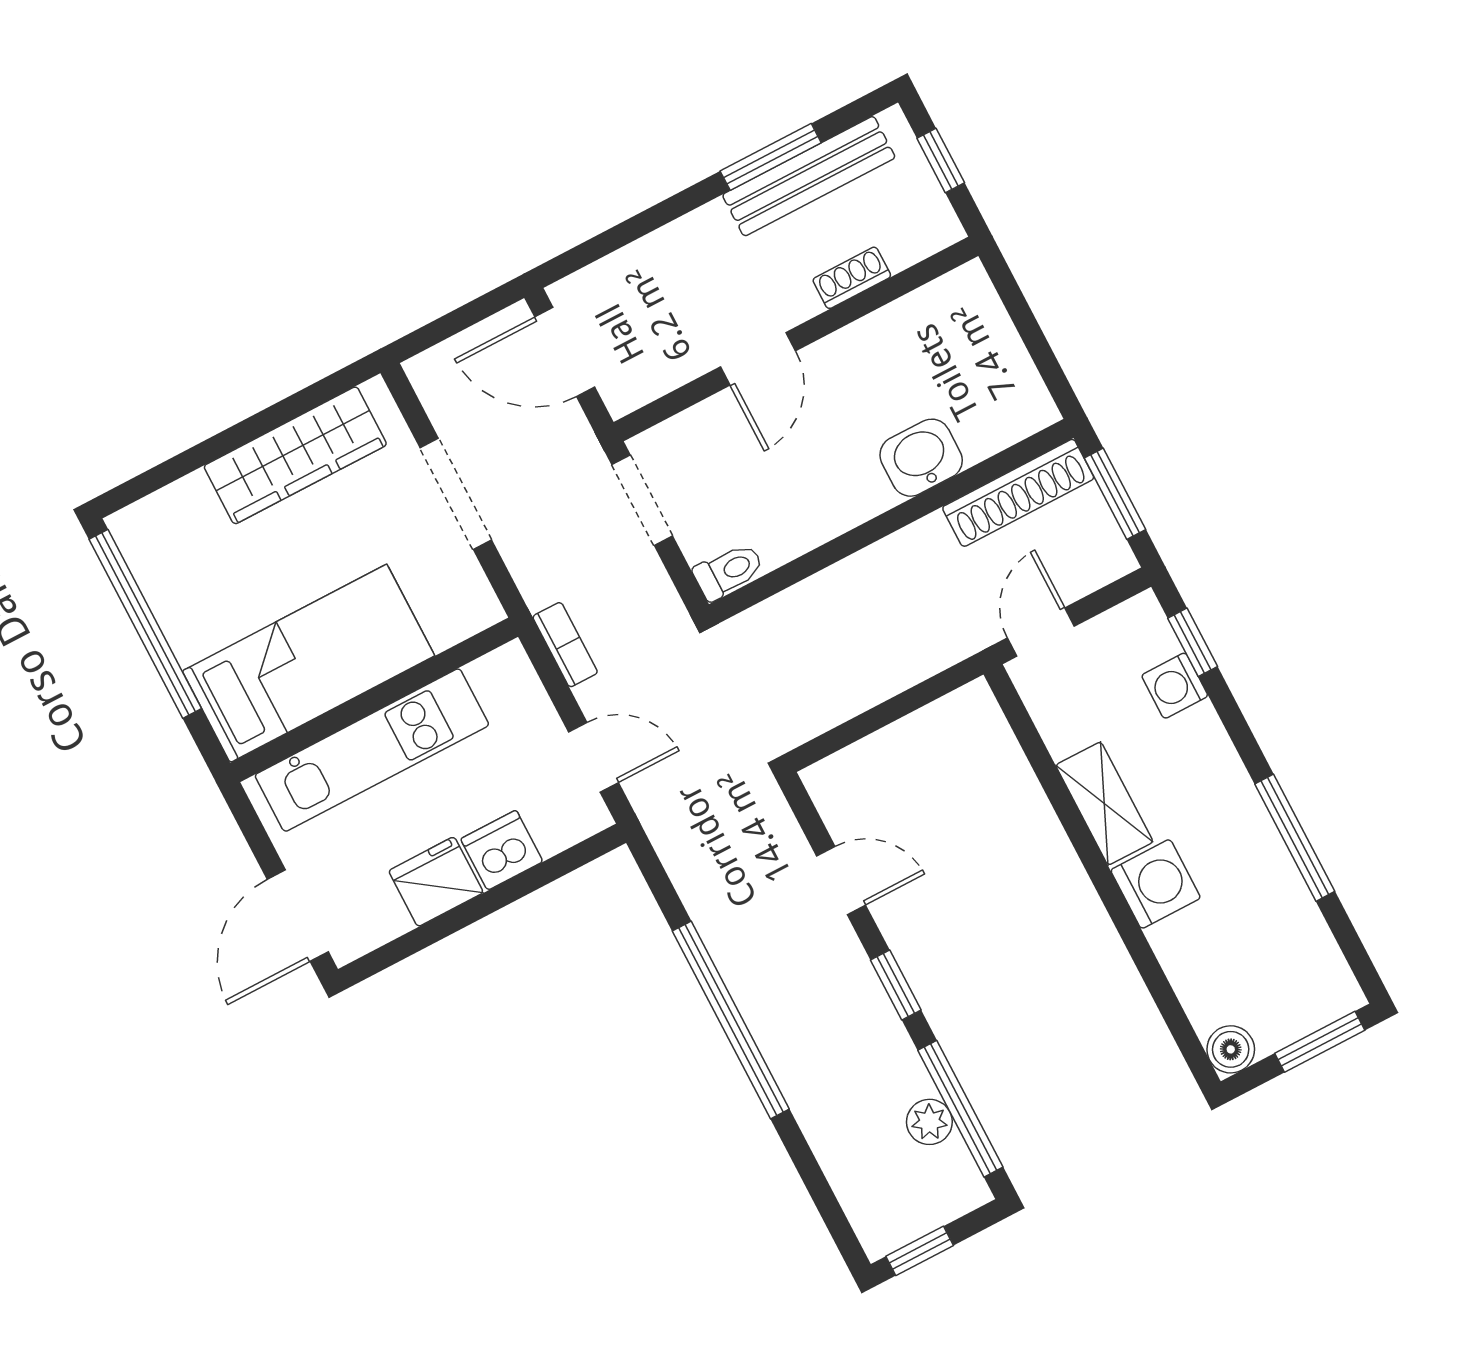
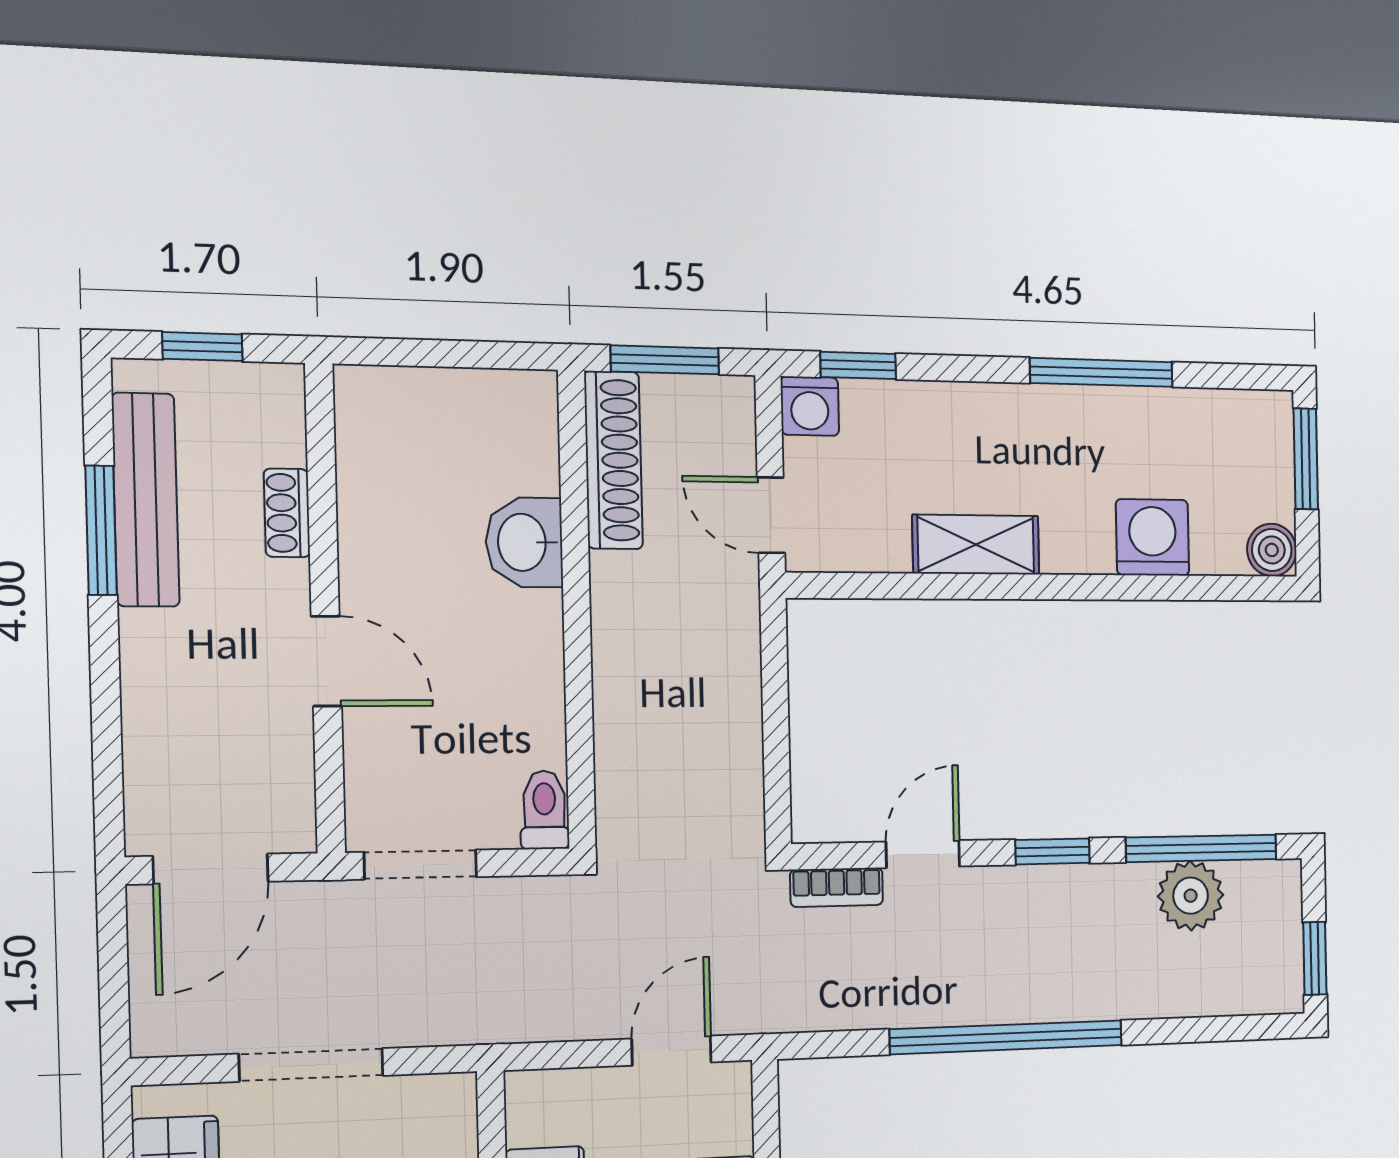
bookcase: (565, 645) -> (837, 887), moved, turned 180
washing machine: (1175, 686) -> (810, 406), moved
washing machine: (1156, 884) -> (1152, 537), moved
plant: (929, 1122) -> (1191, 896), width x1.38, depth x1.38

